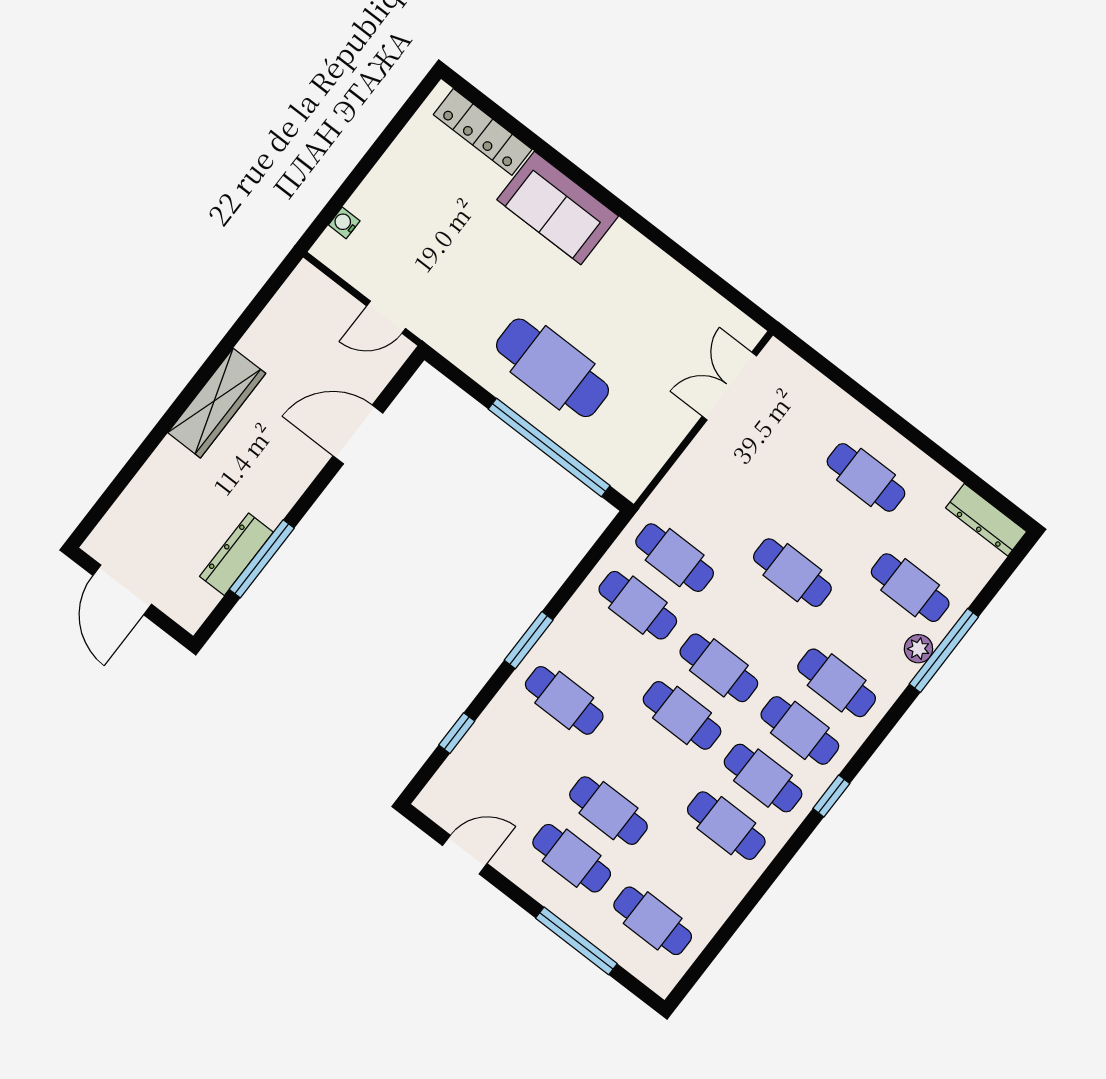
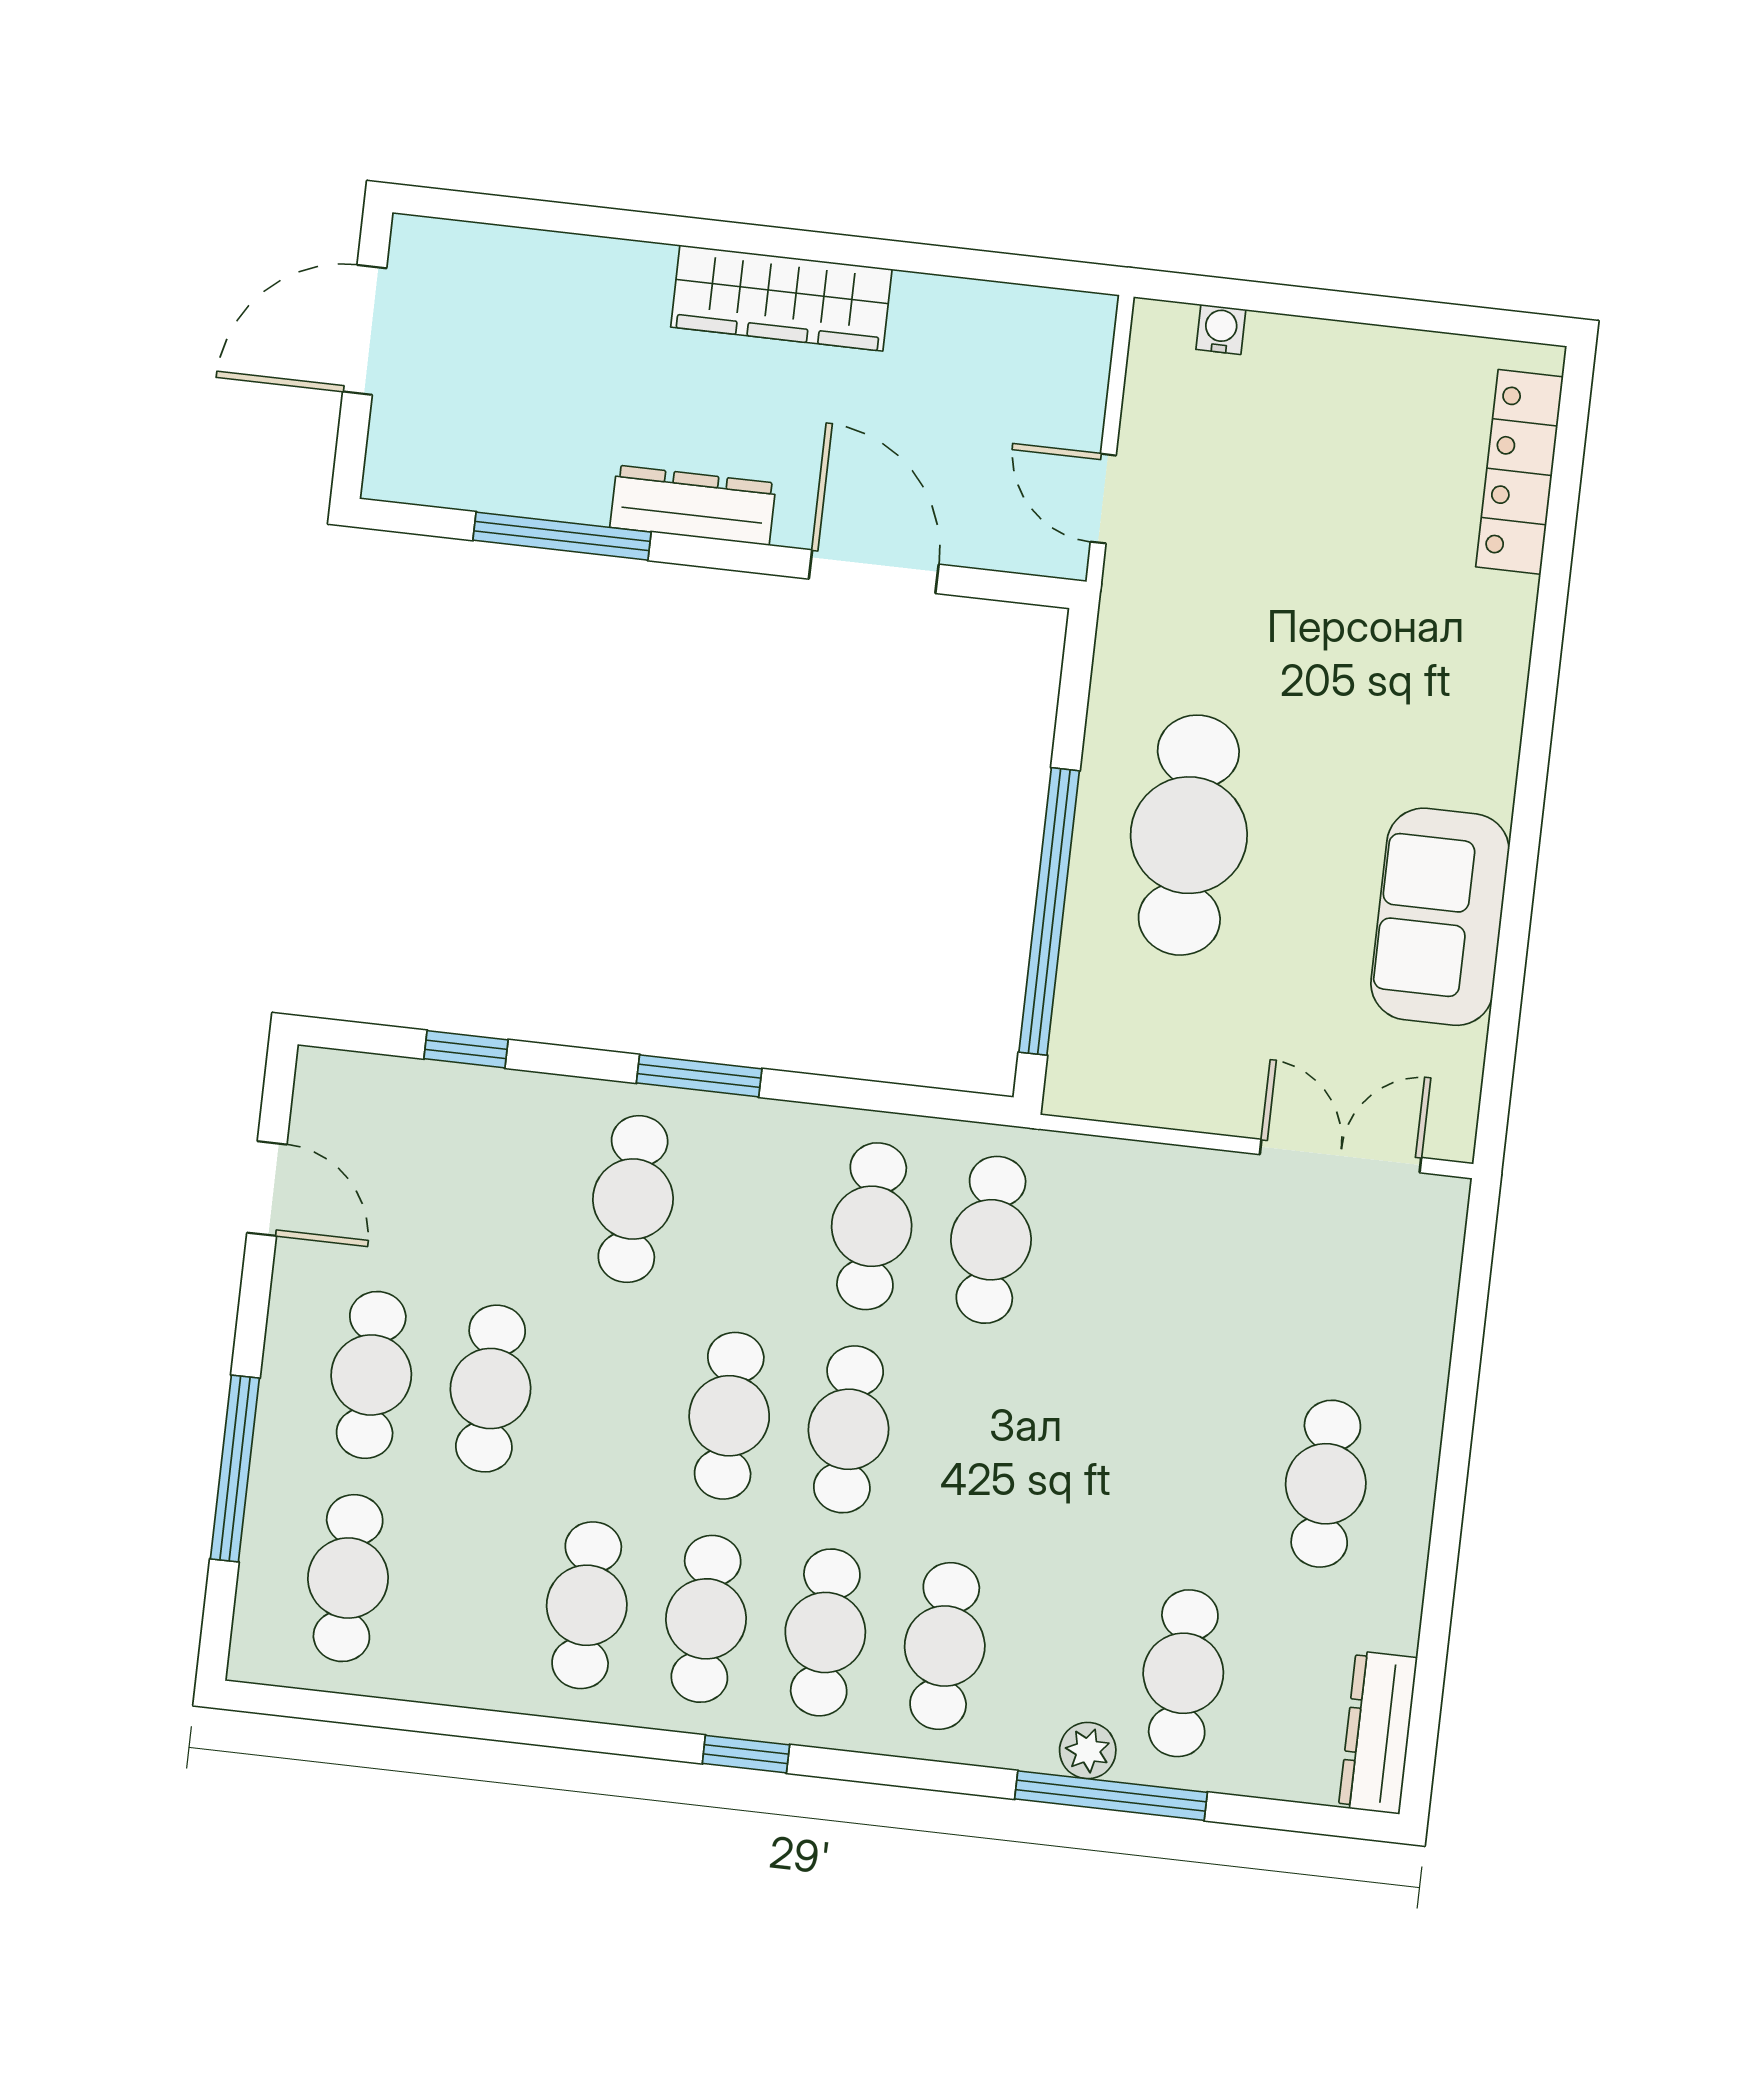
sofa: (558, 208) -> (1440, 917), moved
dresser: (236, 554) -> (693, 505), moved
cafe table: (792, 573) -> (1087, 1457), removed

